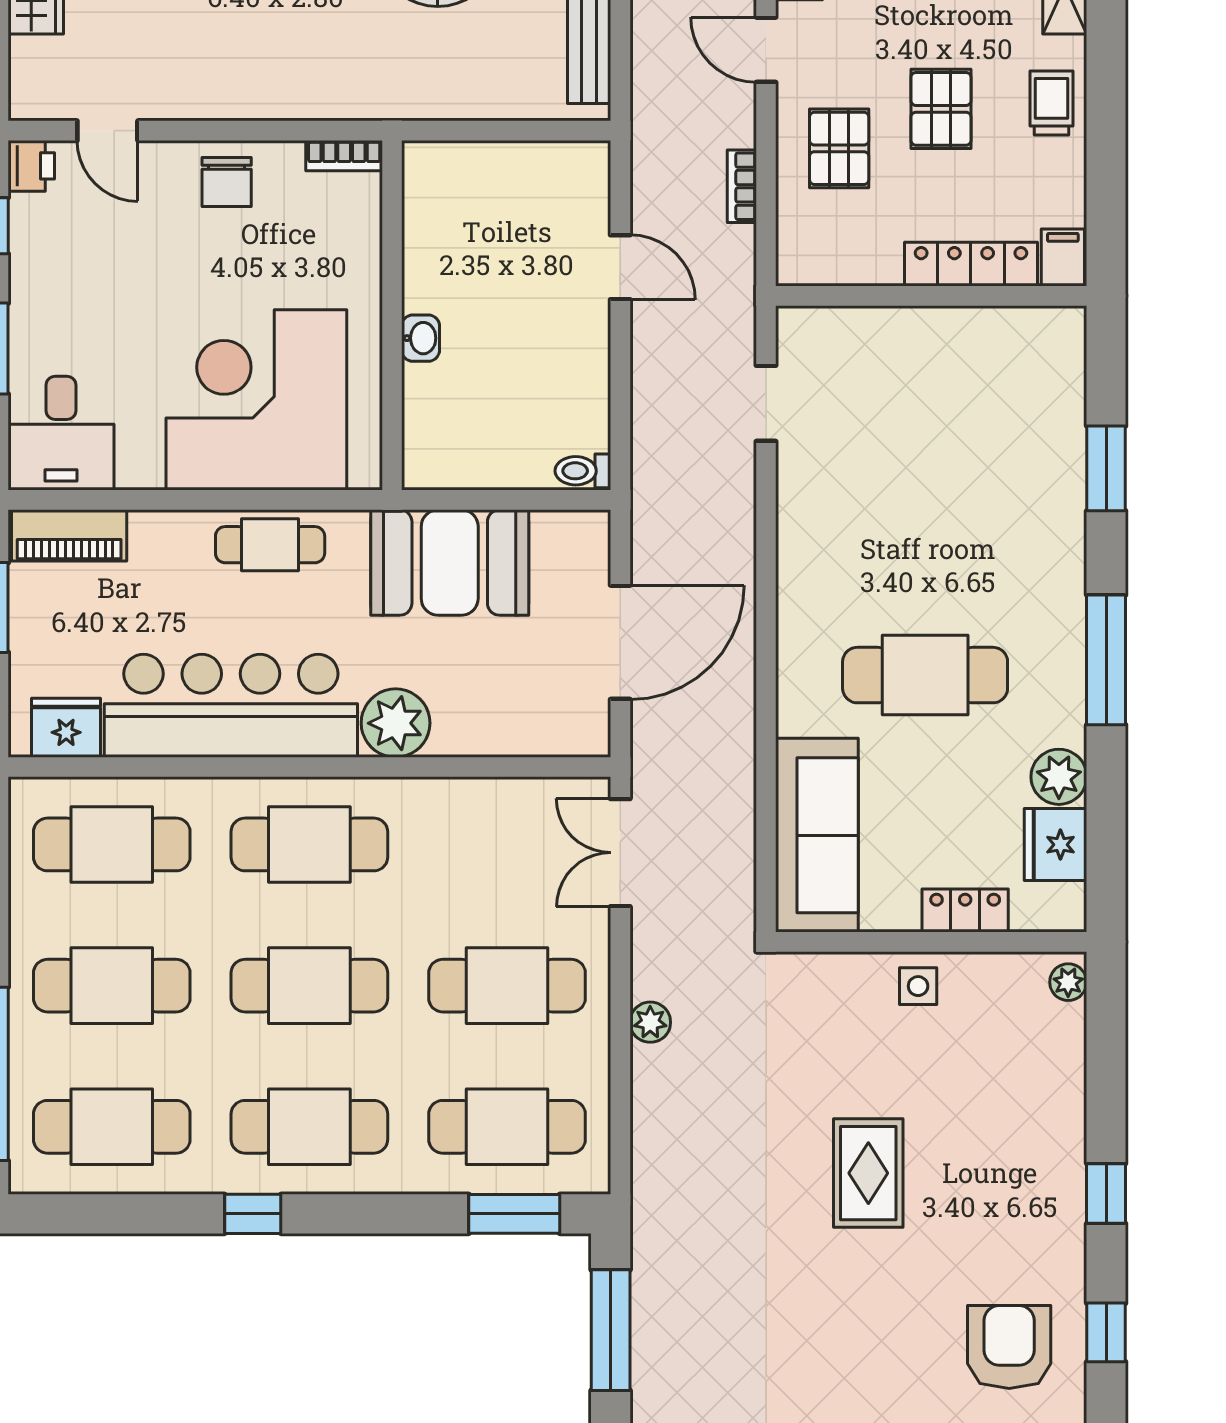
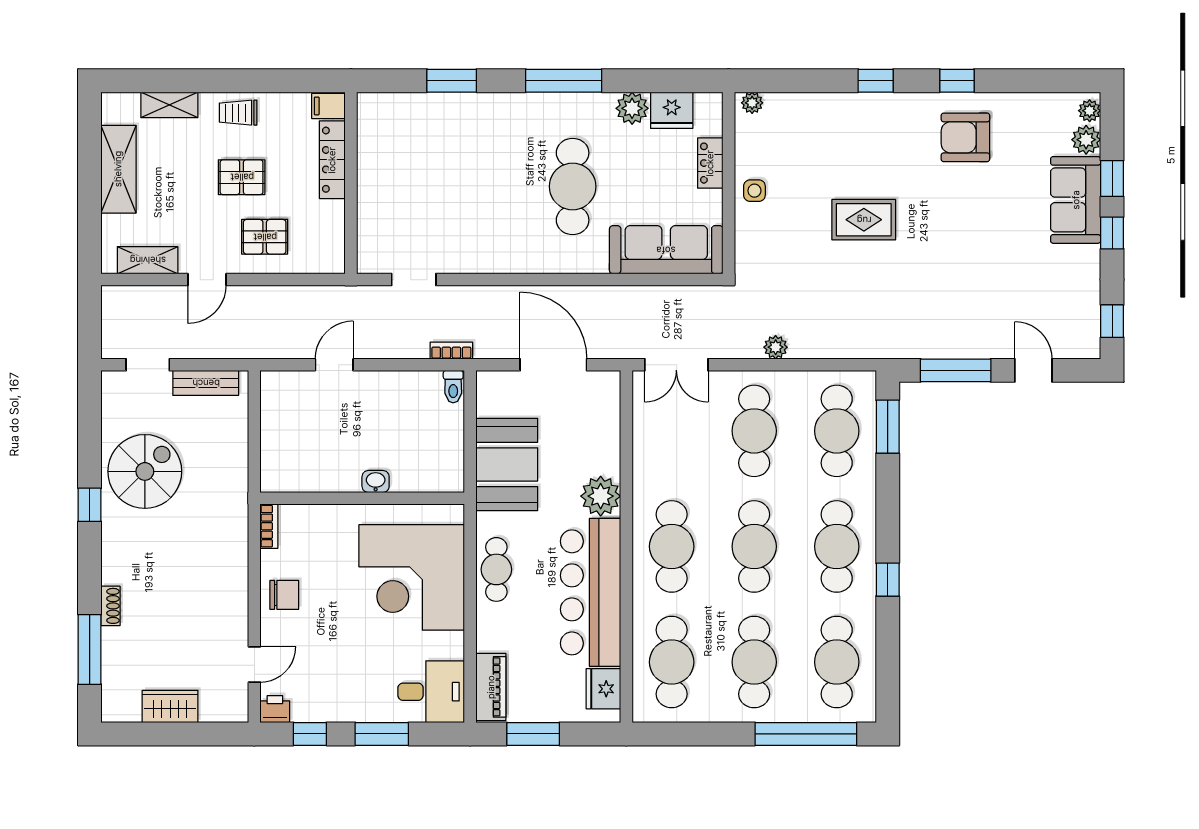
bookcase: (742, 186) -> (451, 351), moved, turned 180

